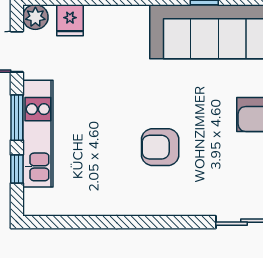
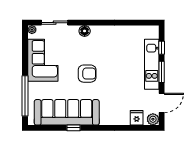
armchair: (160, 147) -> (87, 74), moved
floor lamp: (181, 204) -> (85, 31), added

